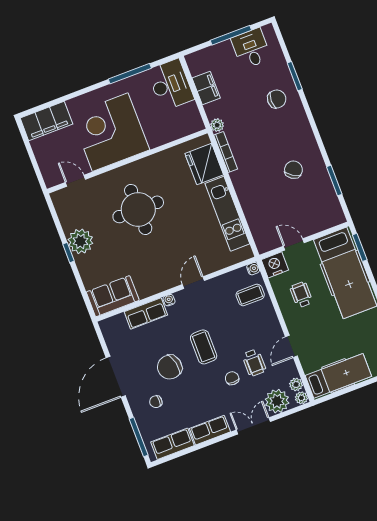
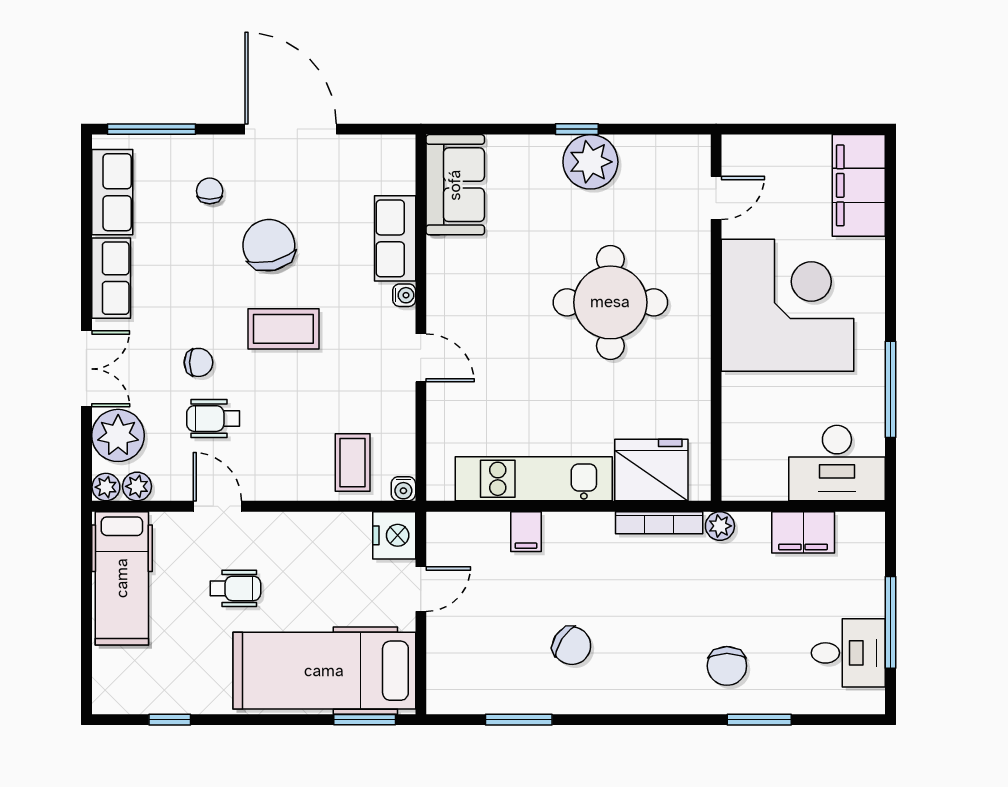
filing cabinet: (252, 208) -> (526, 532), added
wheelchair: (301, 295) -> (235, 588), moved

